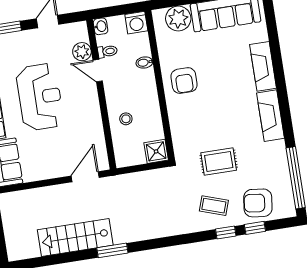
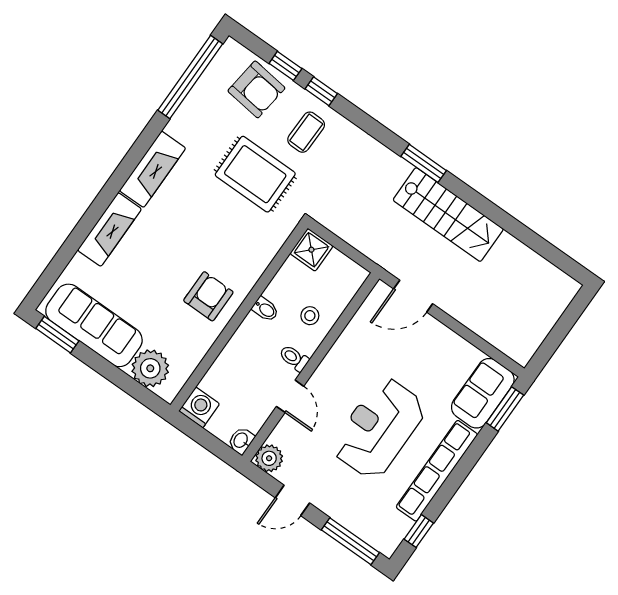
toilet: (107, 51) -> (294, 358), moved
plant: (82, 52) -> (269, 458), moved
bidet: (144, 63) -> (265, 309), moved
rug: (219, 161) -> (255, 174), width x1.36, depth x1.43
coffee table: (214, 206) -> (306, 132), turned 72
stairs: (75, 238) -> (448, 215), moved
window: (112, 250) -> (424, 163), moved

